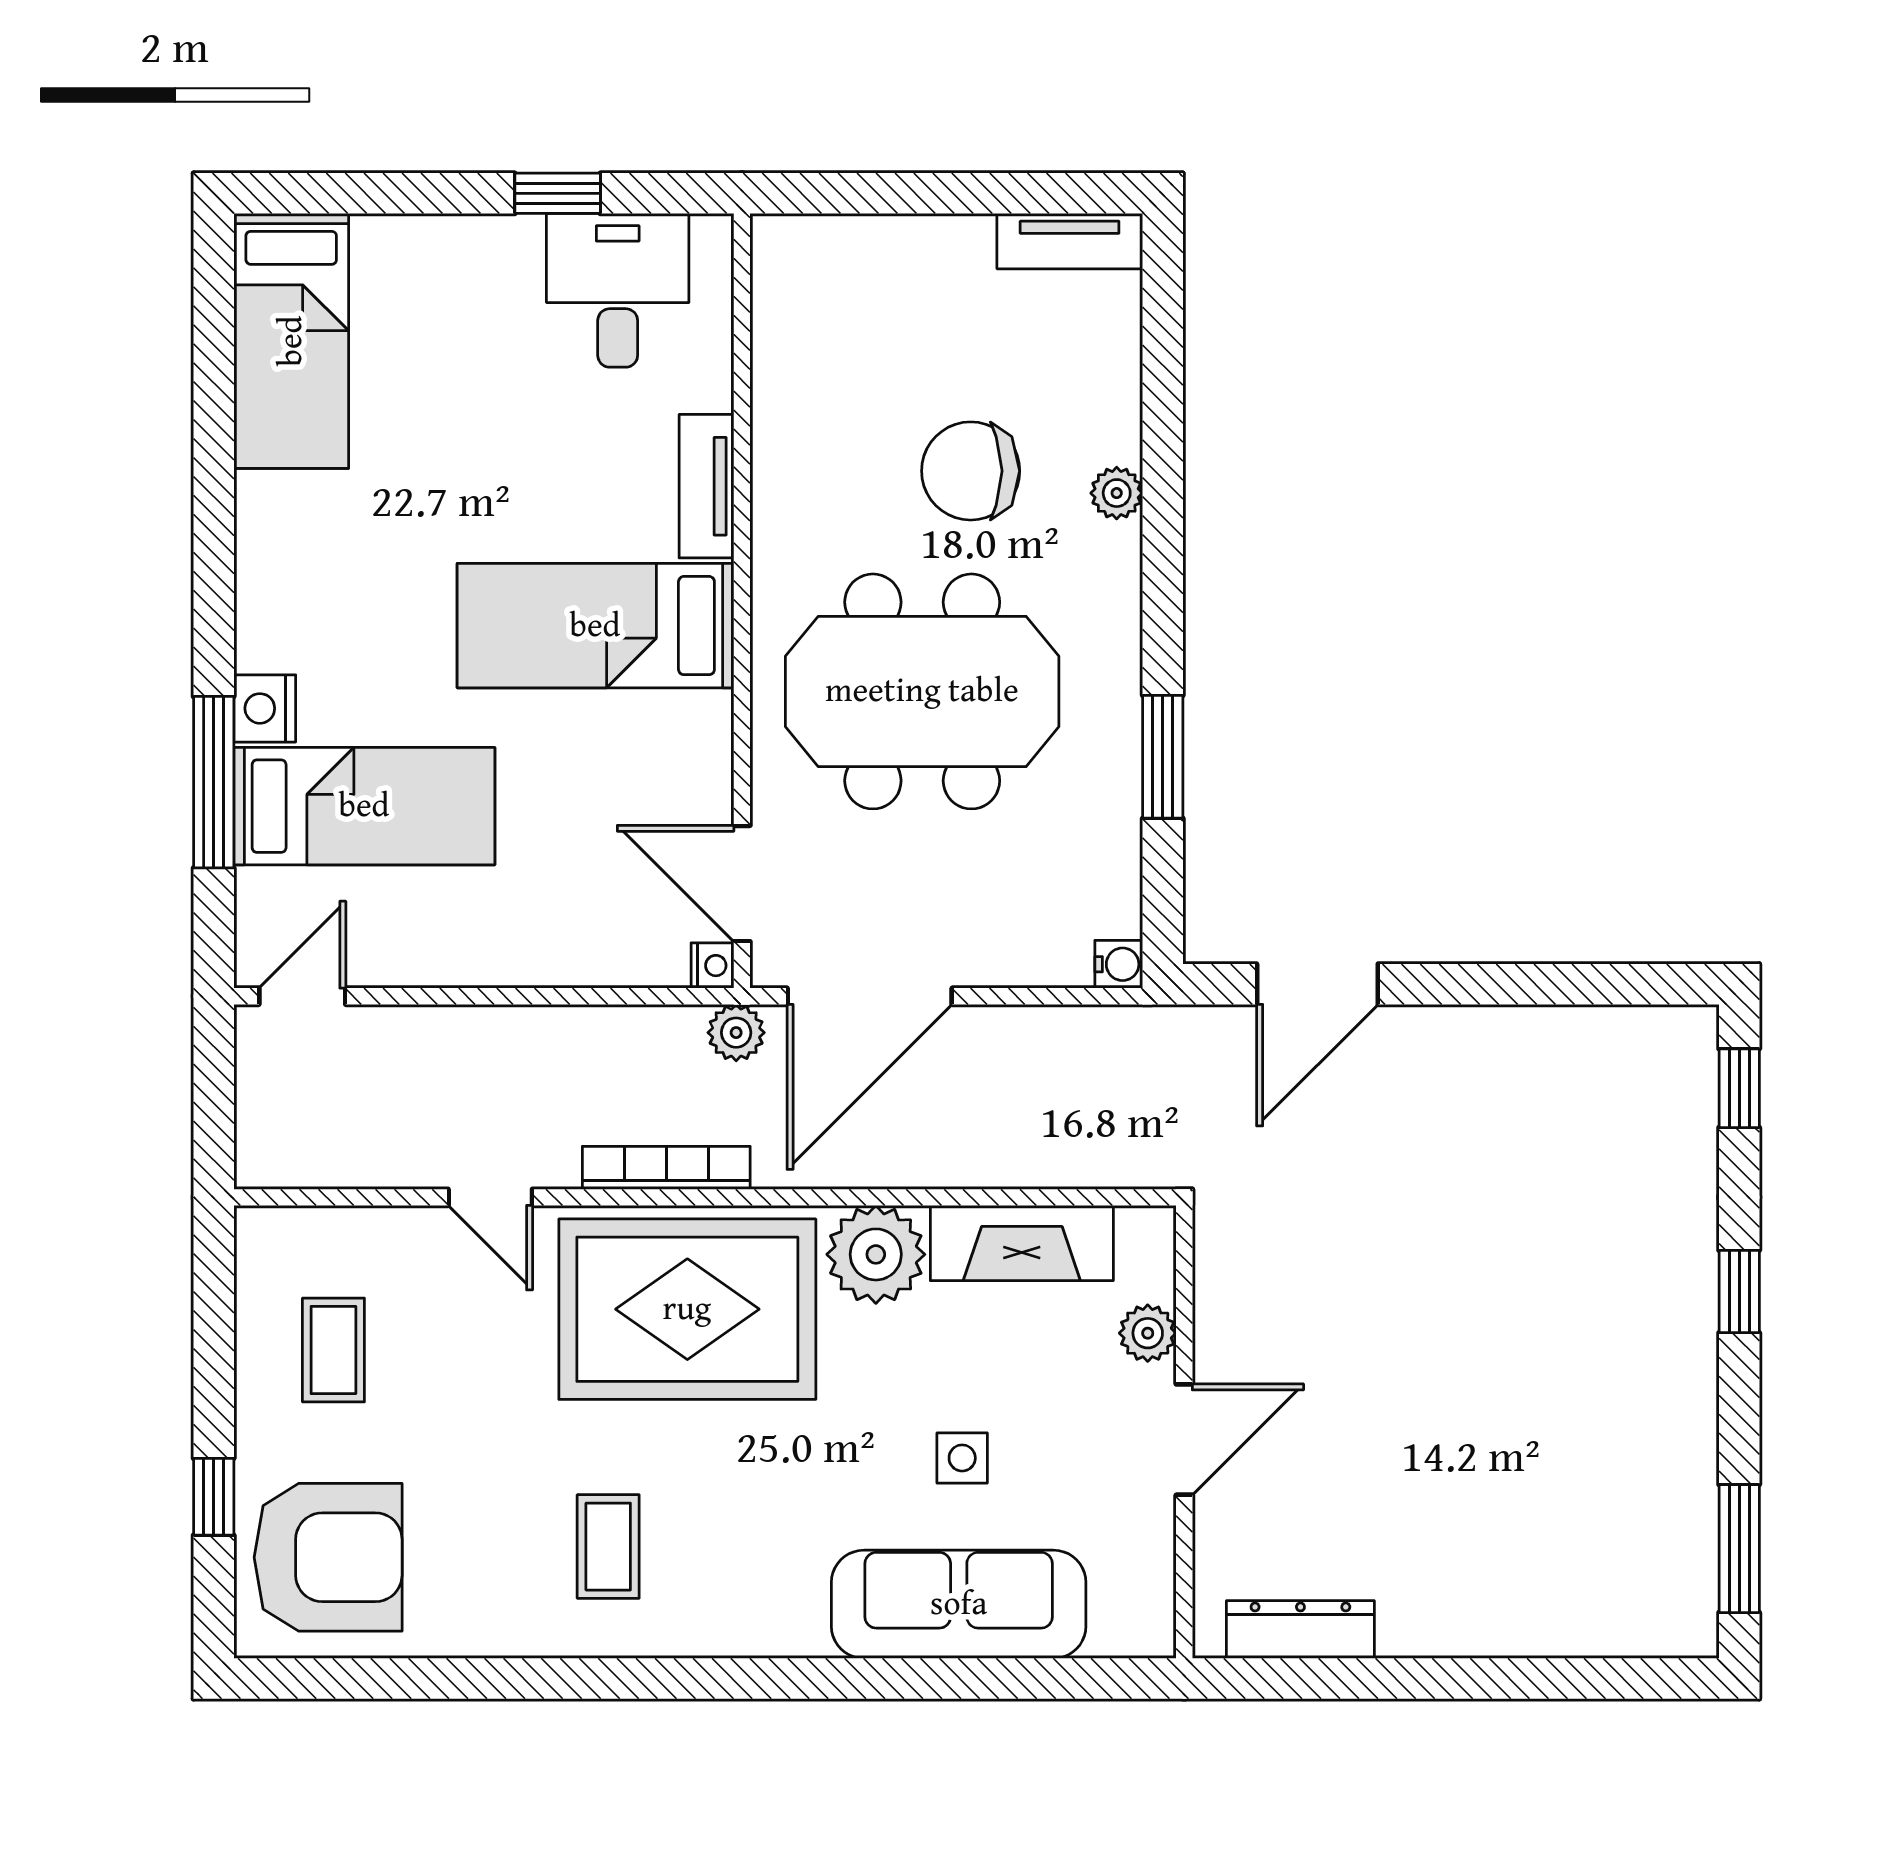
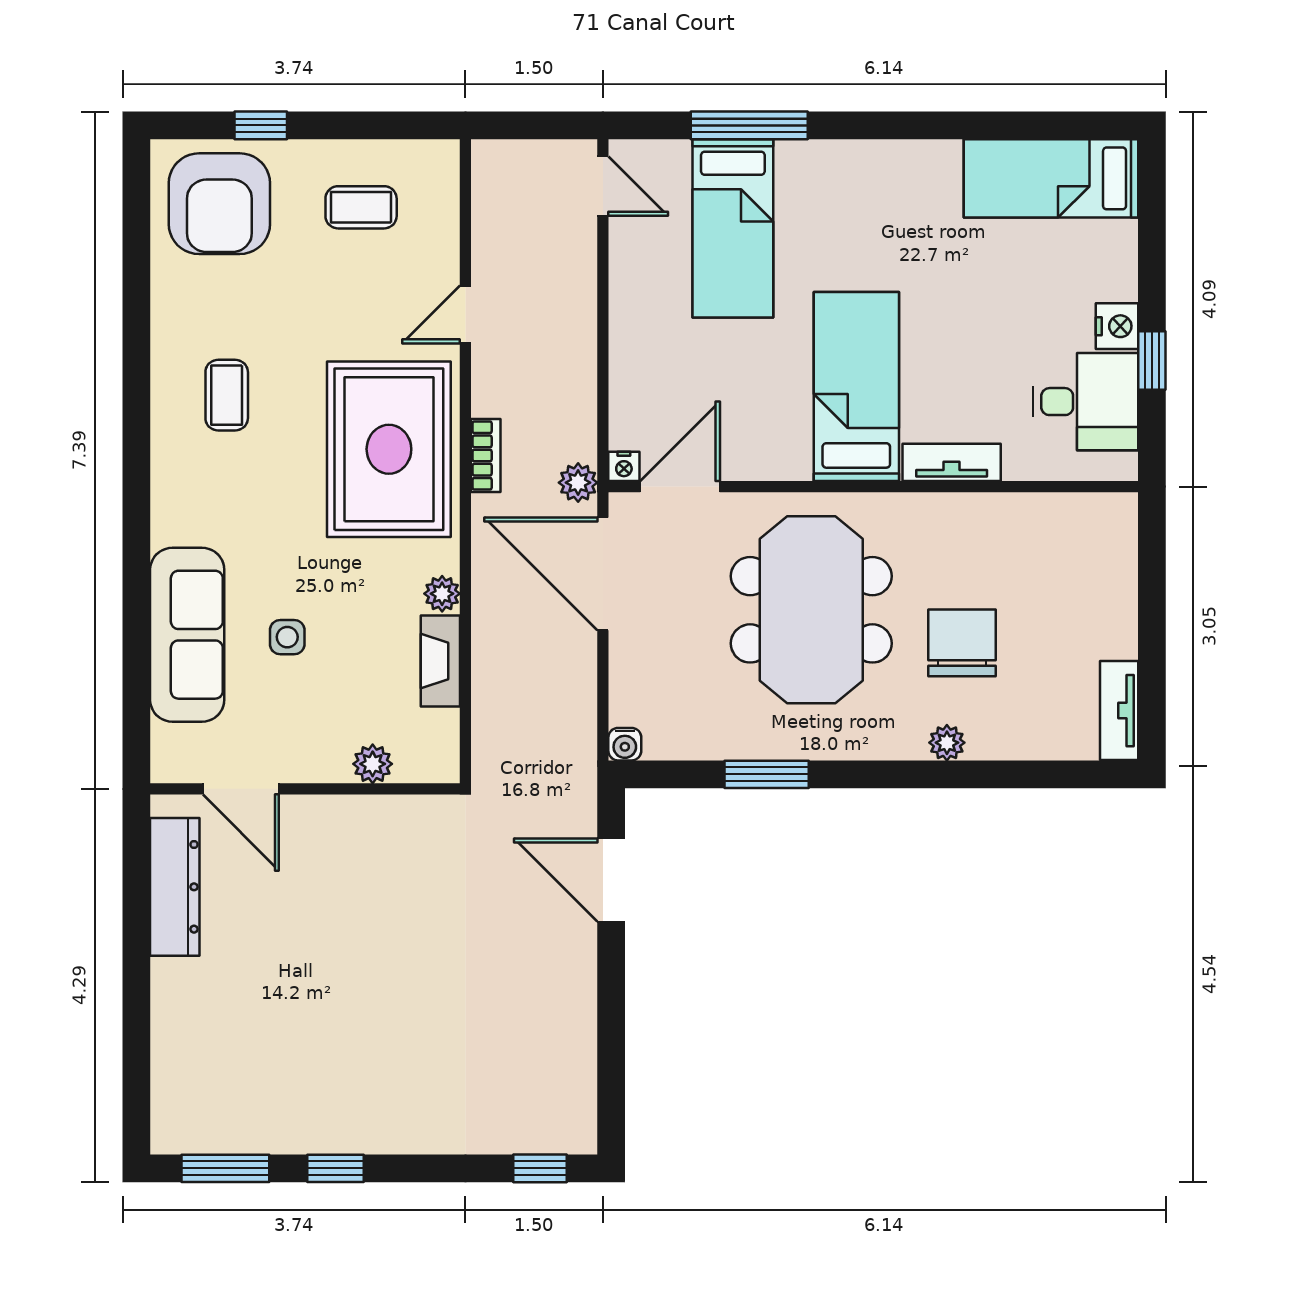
nightstand: (265, 708) -> (1117, 326), moved, turned 90
bookcase: (666, 1168) -> (486, 456), width x0.64
fireplace: (1022, 1243) -> (440, 661), width x0.73, depth x0.76
plant: (876, 1254) -> (442, 594), width x0.53, depth x0.53
window: (1739, 1292) -> (335, 1168), moved
door: (1184, 1440) -> (241, 789), moved
coffee table: (608, 1547) -> (227, 395), turned 90
dresser: (1300, 1629) -> (175, 887), width x1.37, depth x1.24

